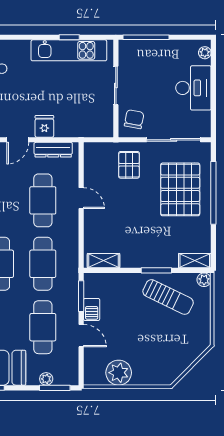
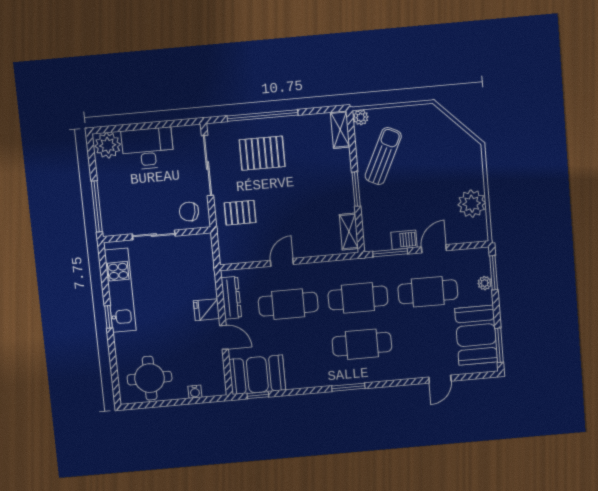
window: (69, 37) -> (108, 317), moved
plant: (205, 53) -> (108, 145), width x1.88, depth x1.88
pallet: (180, 189) -> (262, 153), width x0.73, depth x0.71
window: (156, 270) -> (356, 189), moved

